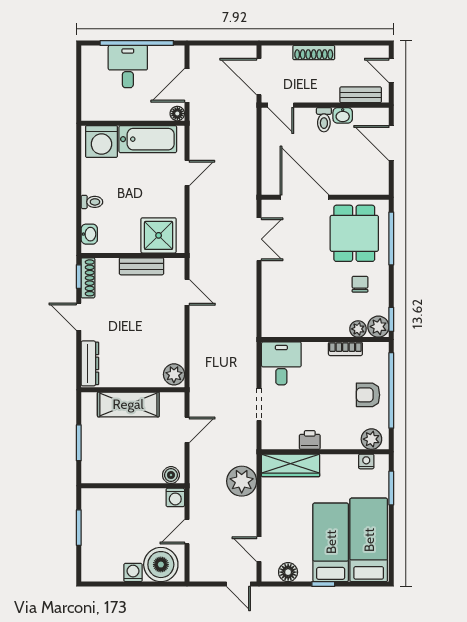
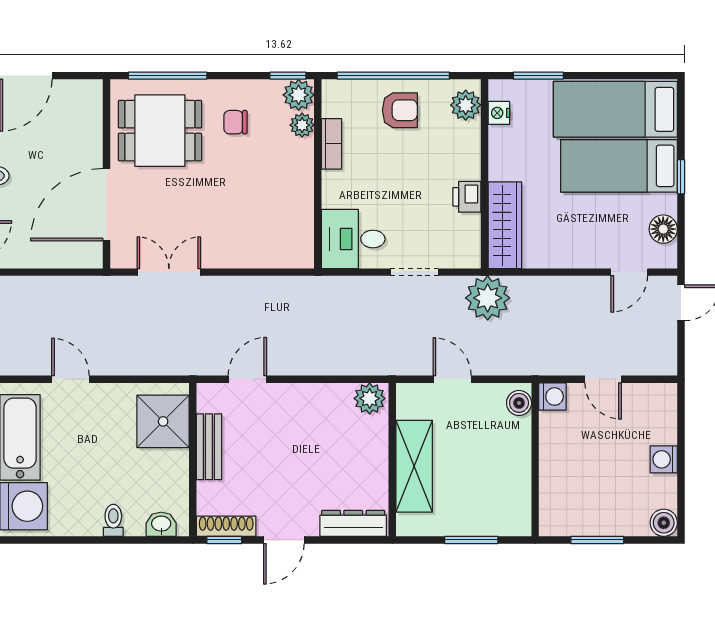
armchair: (368, 395) -> (400, 110), turned -90
plant: (242, 481) -> (488, 298), moved
boiler: (161, 565) -> (664, 523), moved, width x0.54, depth x0.54

